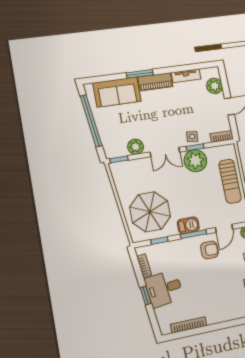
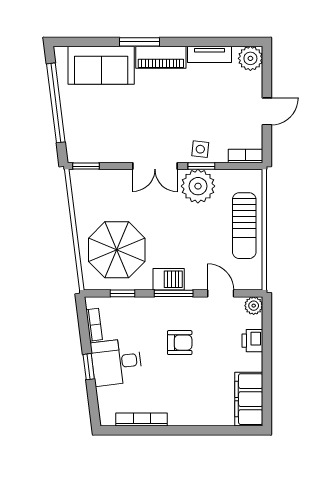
plant: (215, 86) -> (250, 58), moved
plant: (136, 147) -> (113, 151), removed
door: (224, 228) -> (221, 293), swing flipped
armchair: (209, 250) -> (180, 343), moved

